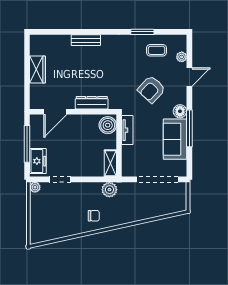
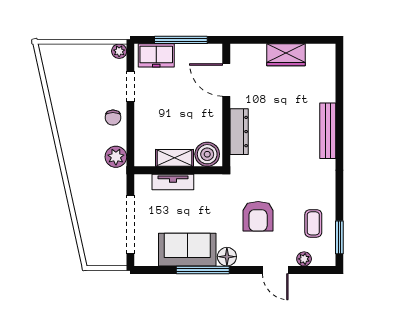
window: (142, 32) -> (339, 237), moved
bench: (86, 40) -> (328, 131), width x1.36
armchair: (151, 89) -> (258, 216), turned -133
tv unit: (127, 130) -> (173, 182), moved
shelving: (110, 163) -> (174, 158), moved
chair: (94, 216) -> (113, 118), moved

